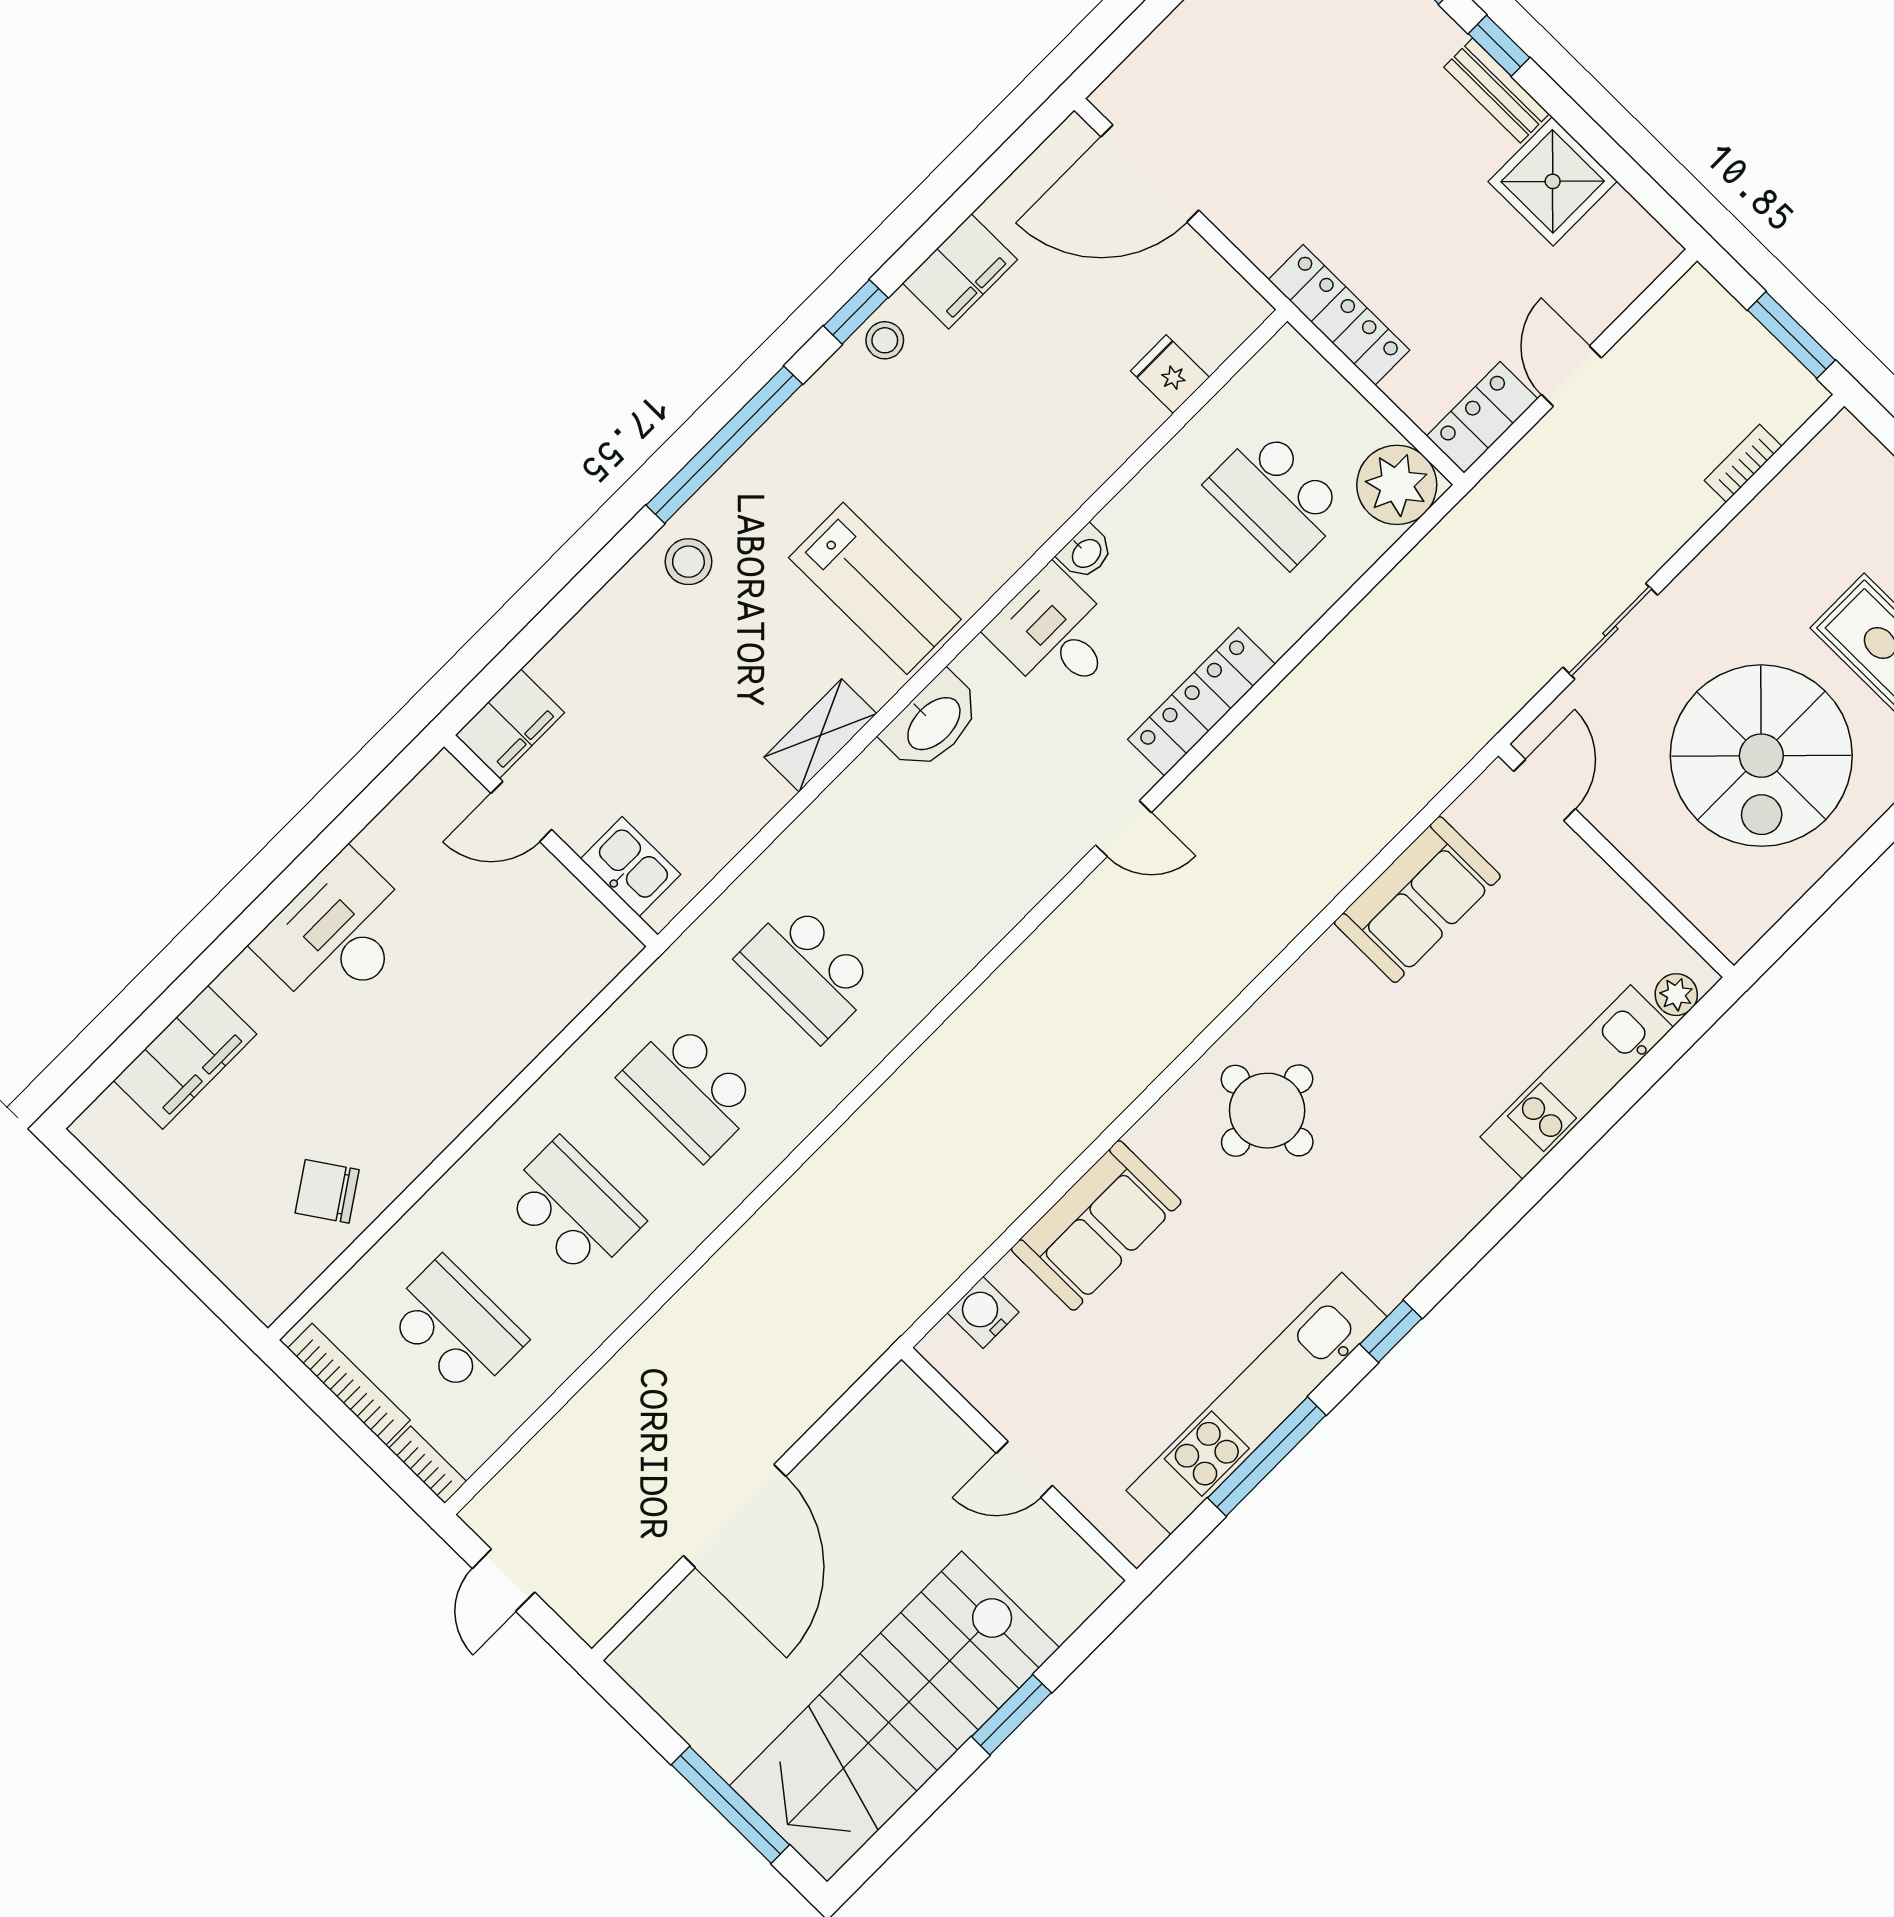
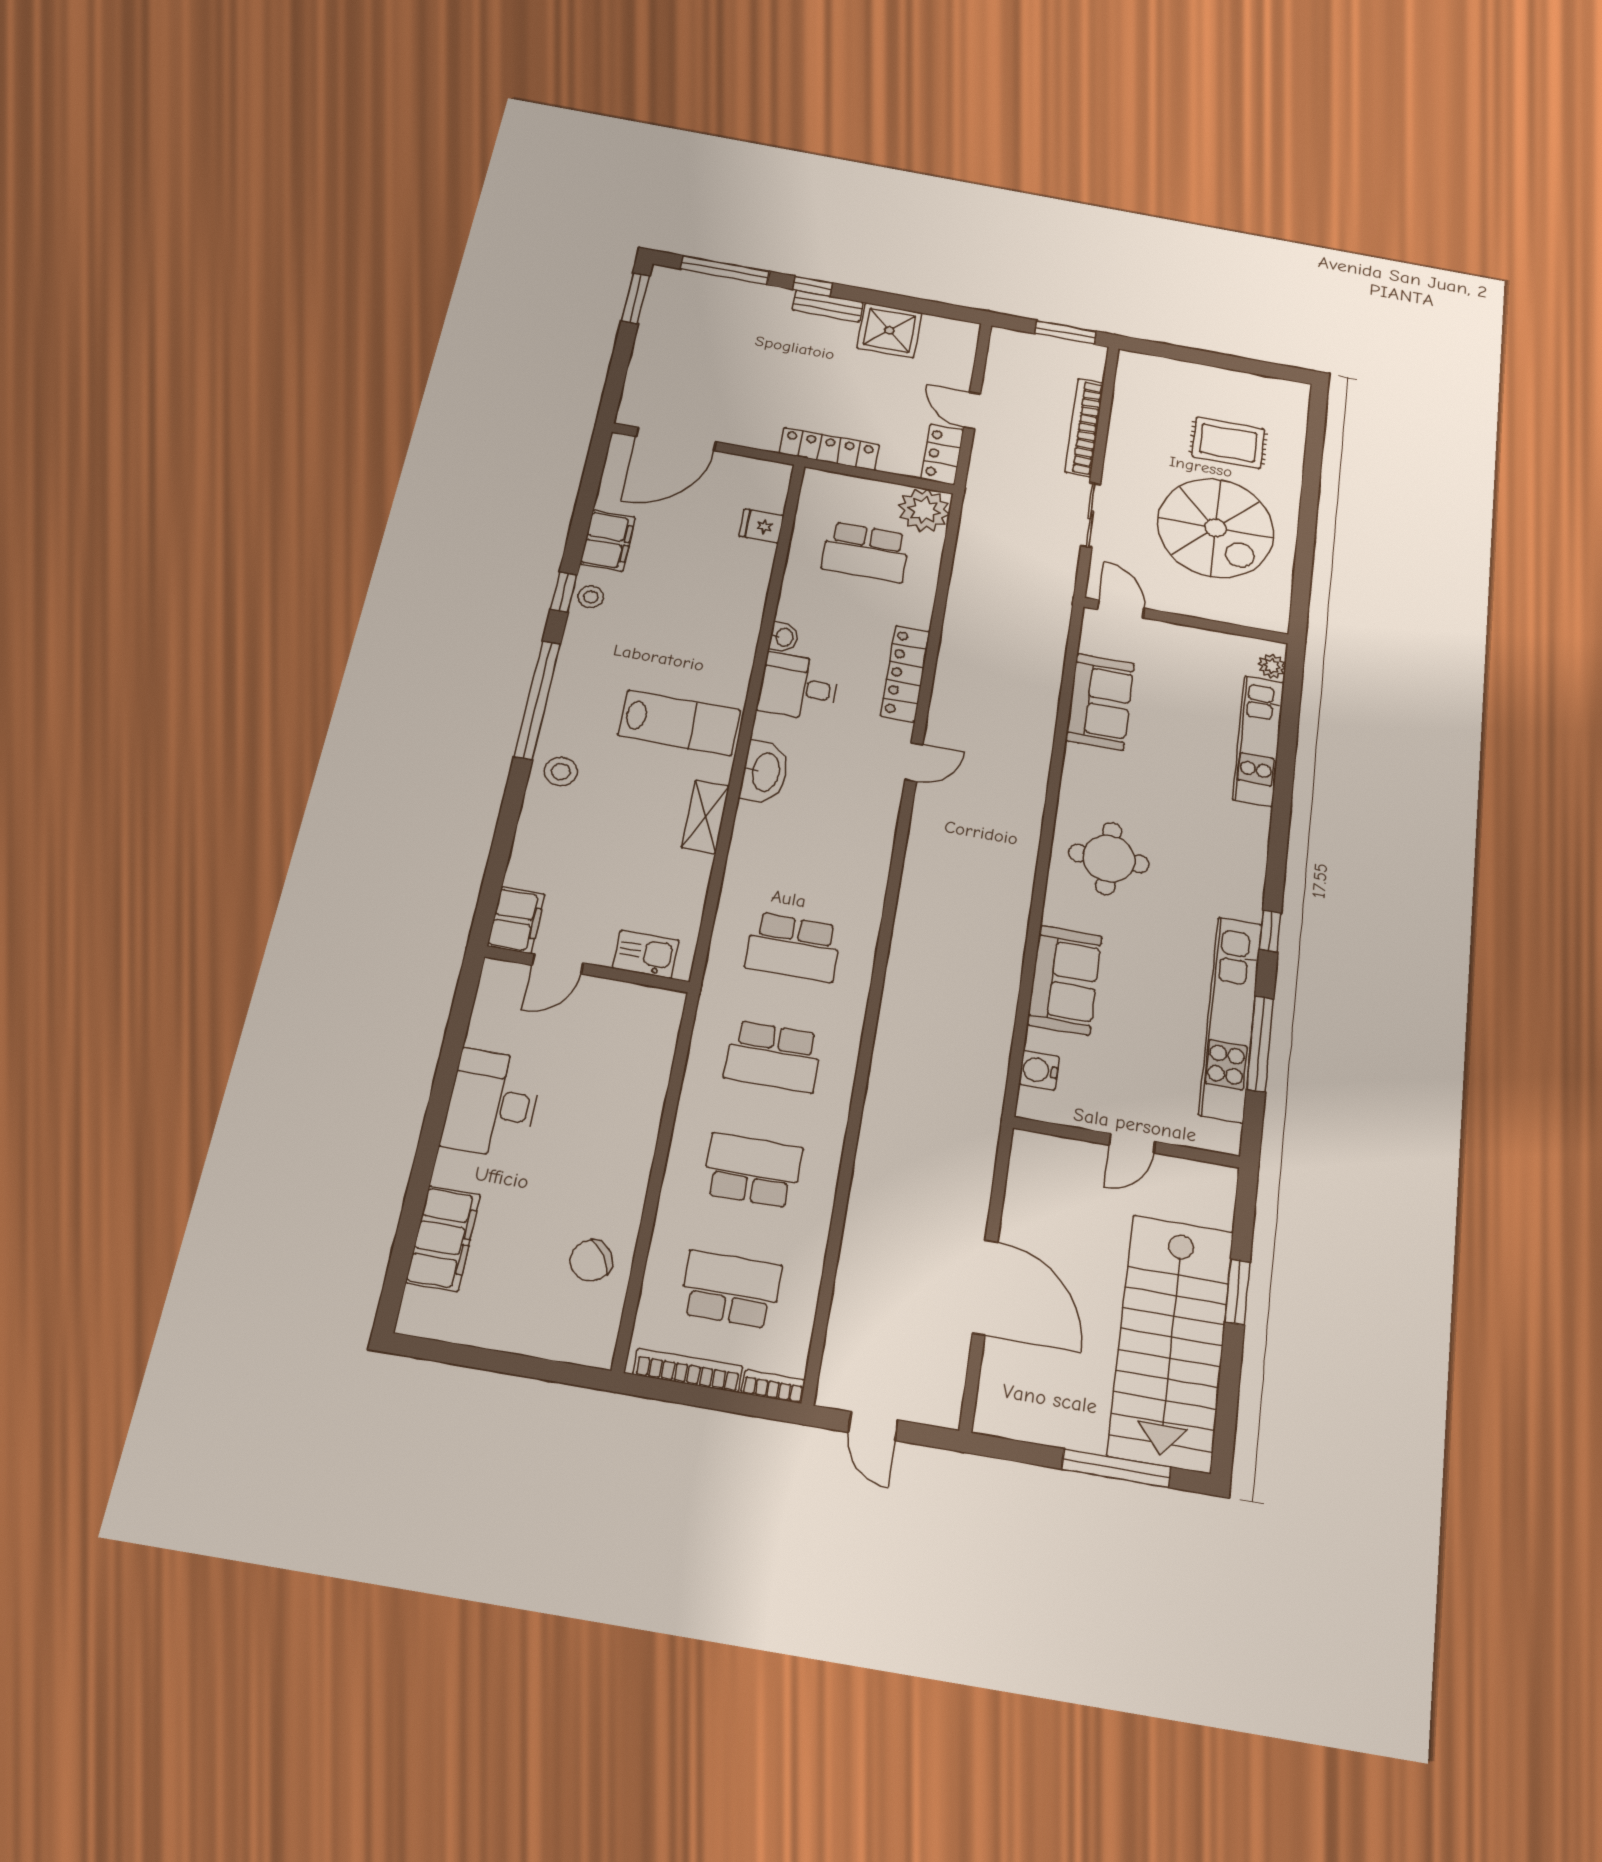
bookcase: (1743, 463) -> (1084, 427), width x2.31, depth x1.31

